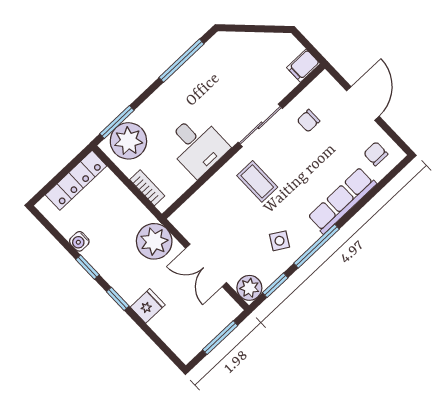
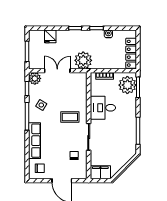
filing cabinet: (303, 66) -> (100, 172), width x2.00
fridge: (148, 306) -> (50, 36), moved

